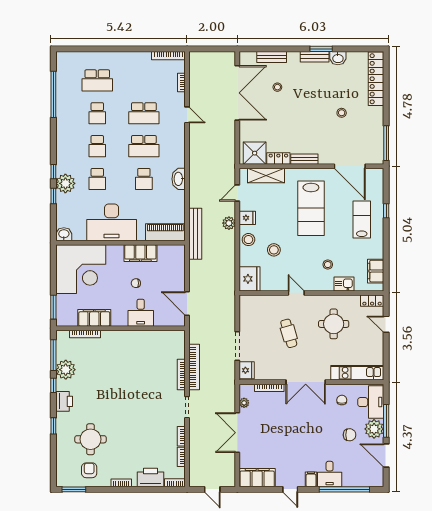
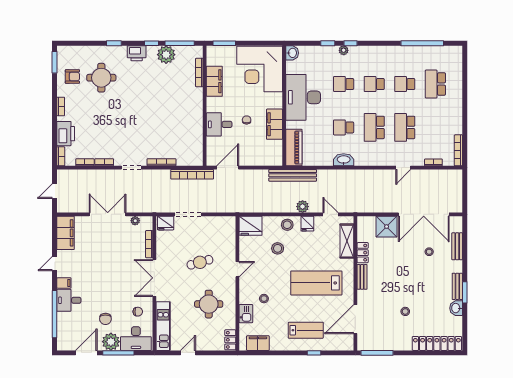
shower: (255, 153) -> (387, 227), moved
plant: (65, 183) -> (344, 50), width x0.53, depth x0.53
door: (386, 324) -> (188, 353), moved
bookcase: (194, 367) -> (192, 174), moved

